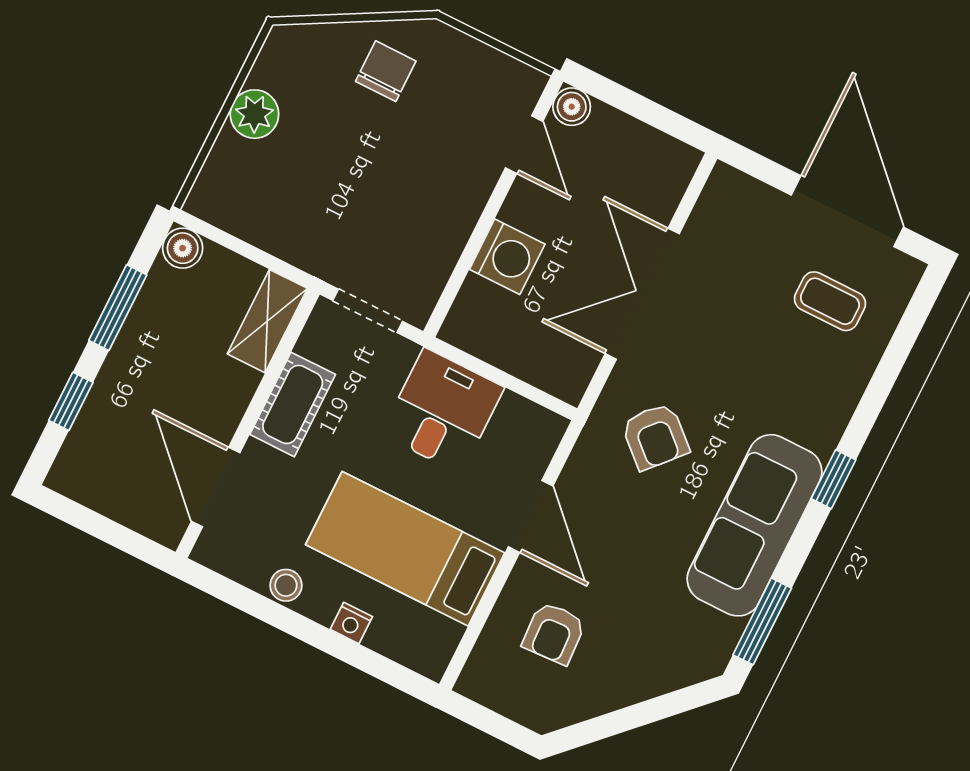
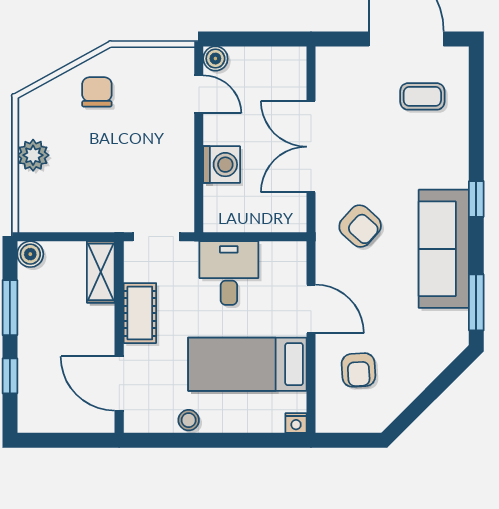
nightstand: (351, 623) -> (296, 423), moved

